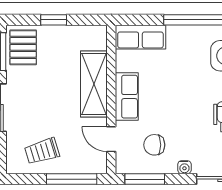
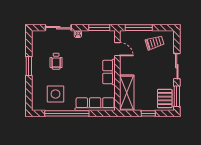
row of seats: (140, 37) -> (95, 104), width x1.48
shelving: (94, 84) -> (127, 93), moved
chair: (154, 145) -> (94, 46), removed

